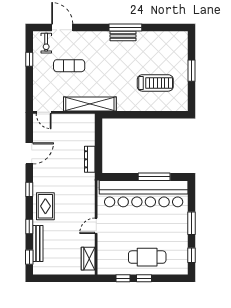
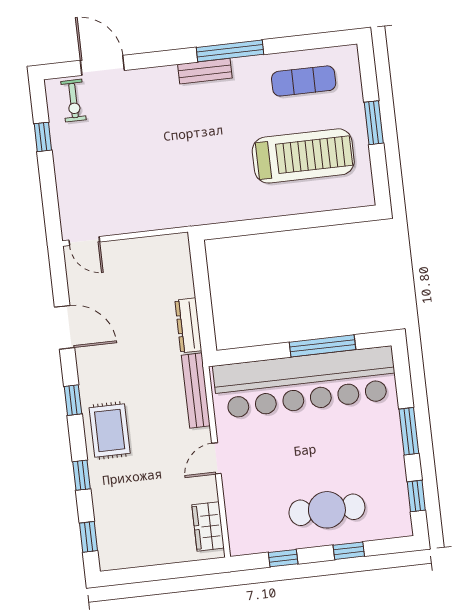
bench: (123, 36) -> (205, 71), moved
exercise mat: (69, 66) -> (304, 81), moved
treadmill: (155, 83) -> (303, 156), width x1.37, depth x1.38
shelving: (90, 104) -> (176, 213), removed
door: (29, 153) -> (65, 327), hinge flipped
bench: (38, 244) -> (196, 390), moved
window: (144, 278) -> (349, 551), moved

